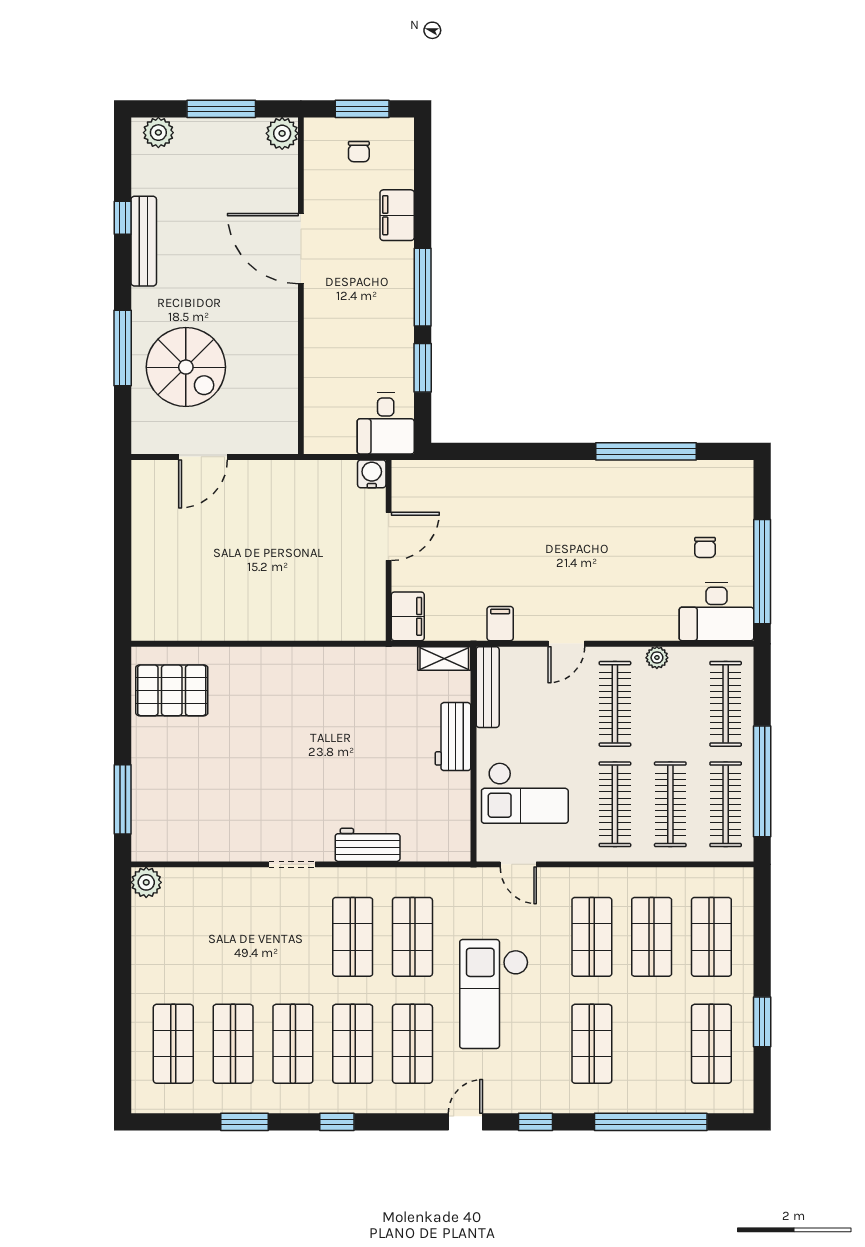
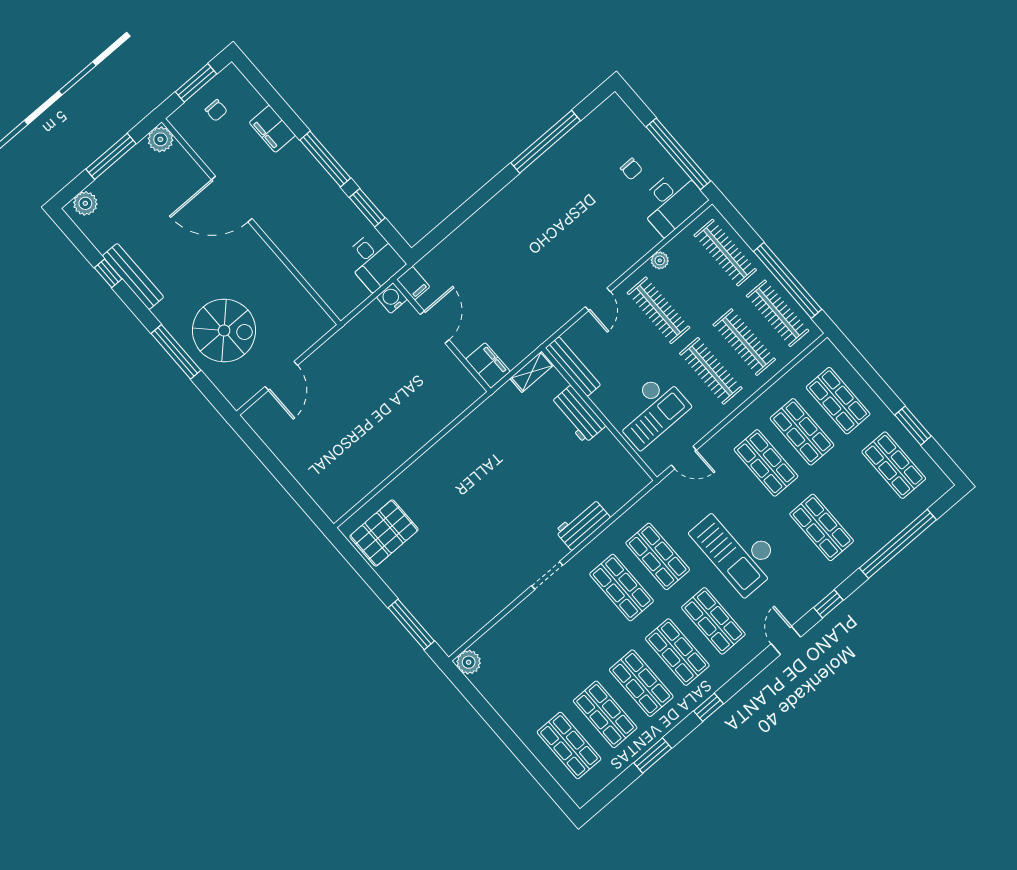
filing cabinet: (500, 624) -> (413, 283), moved, turned 180

